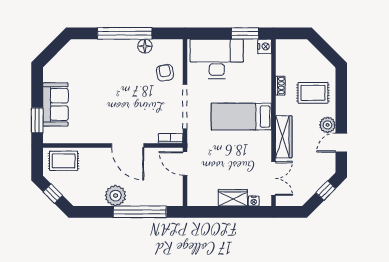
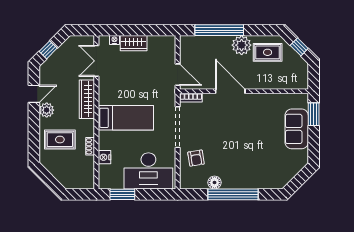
nightstand: (265, 46) -> (104, 157), moved
rug: (64, 161) -> (268, 52), moved

